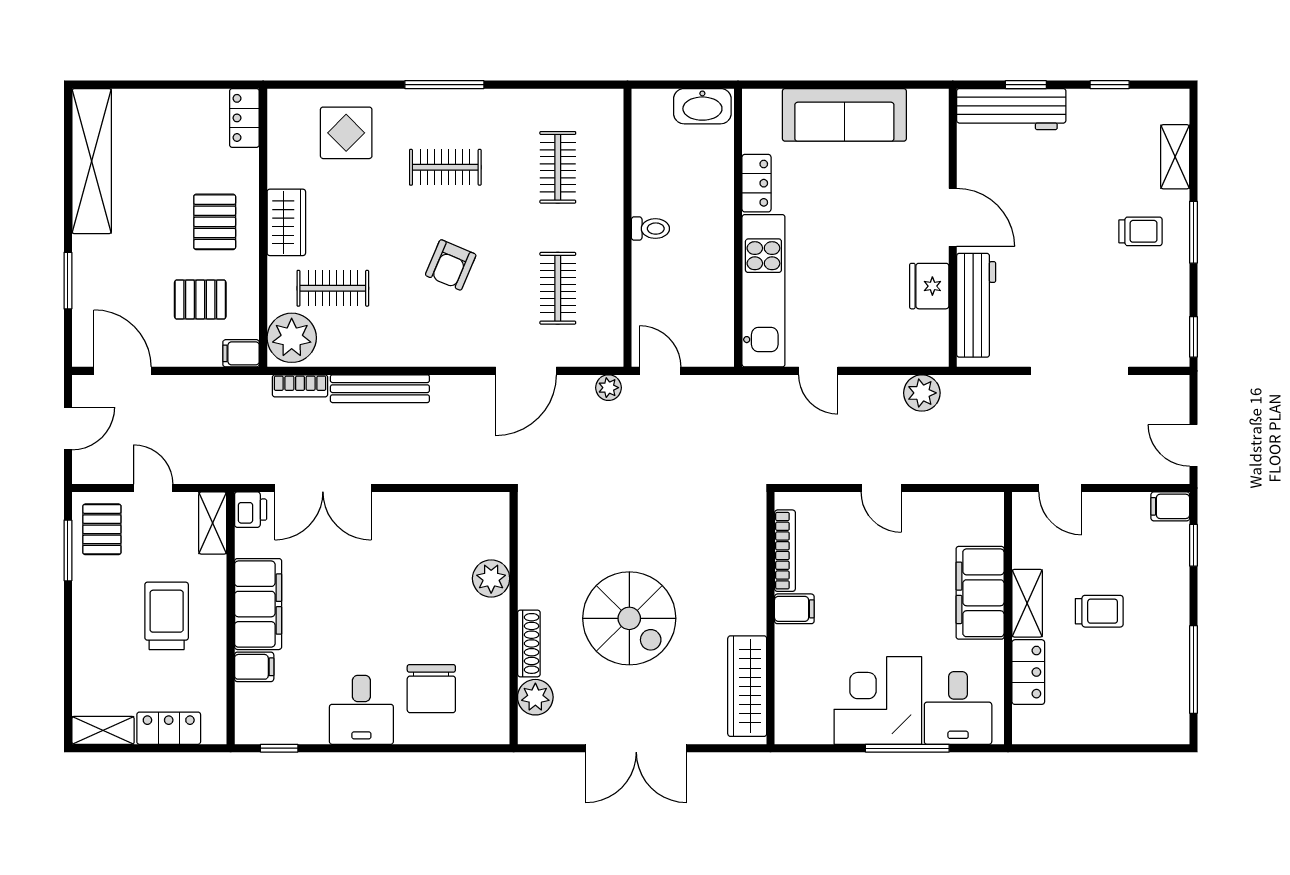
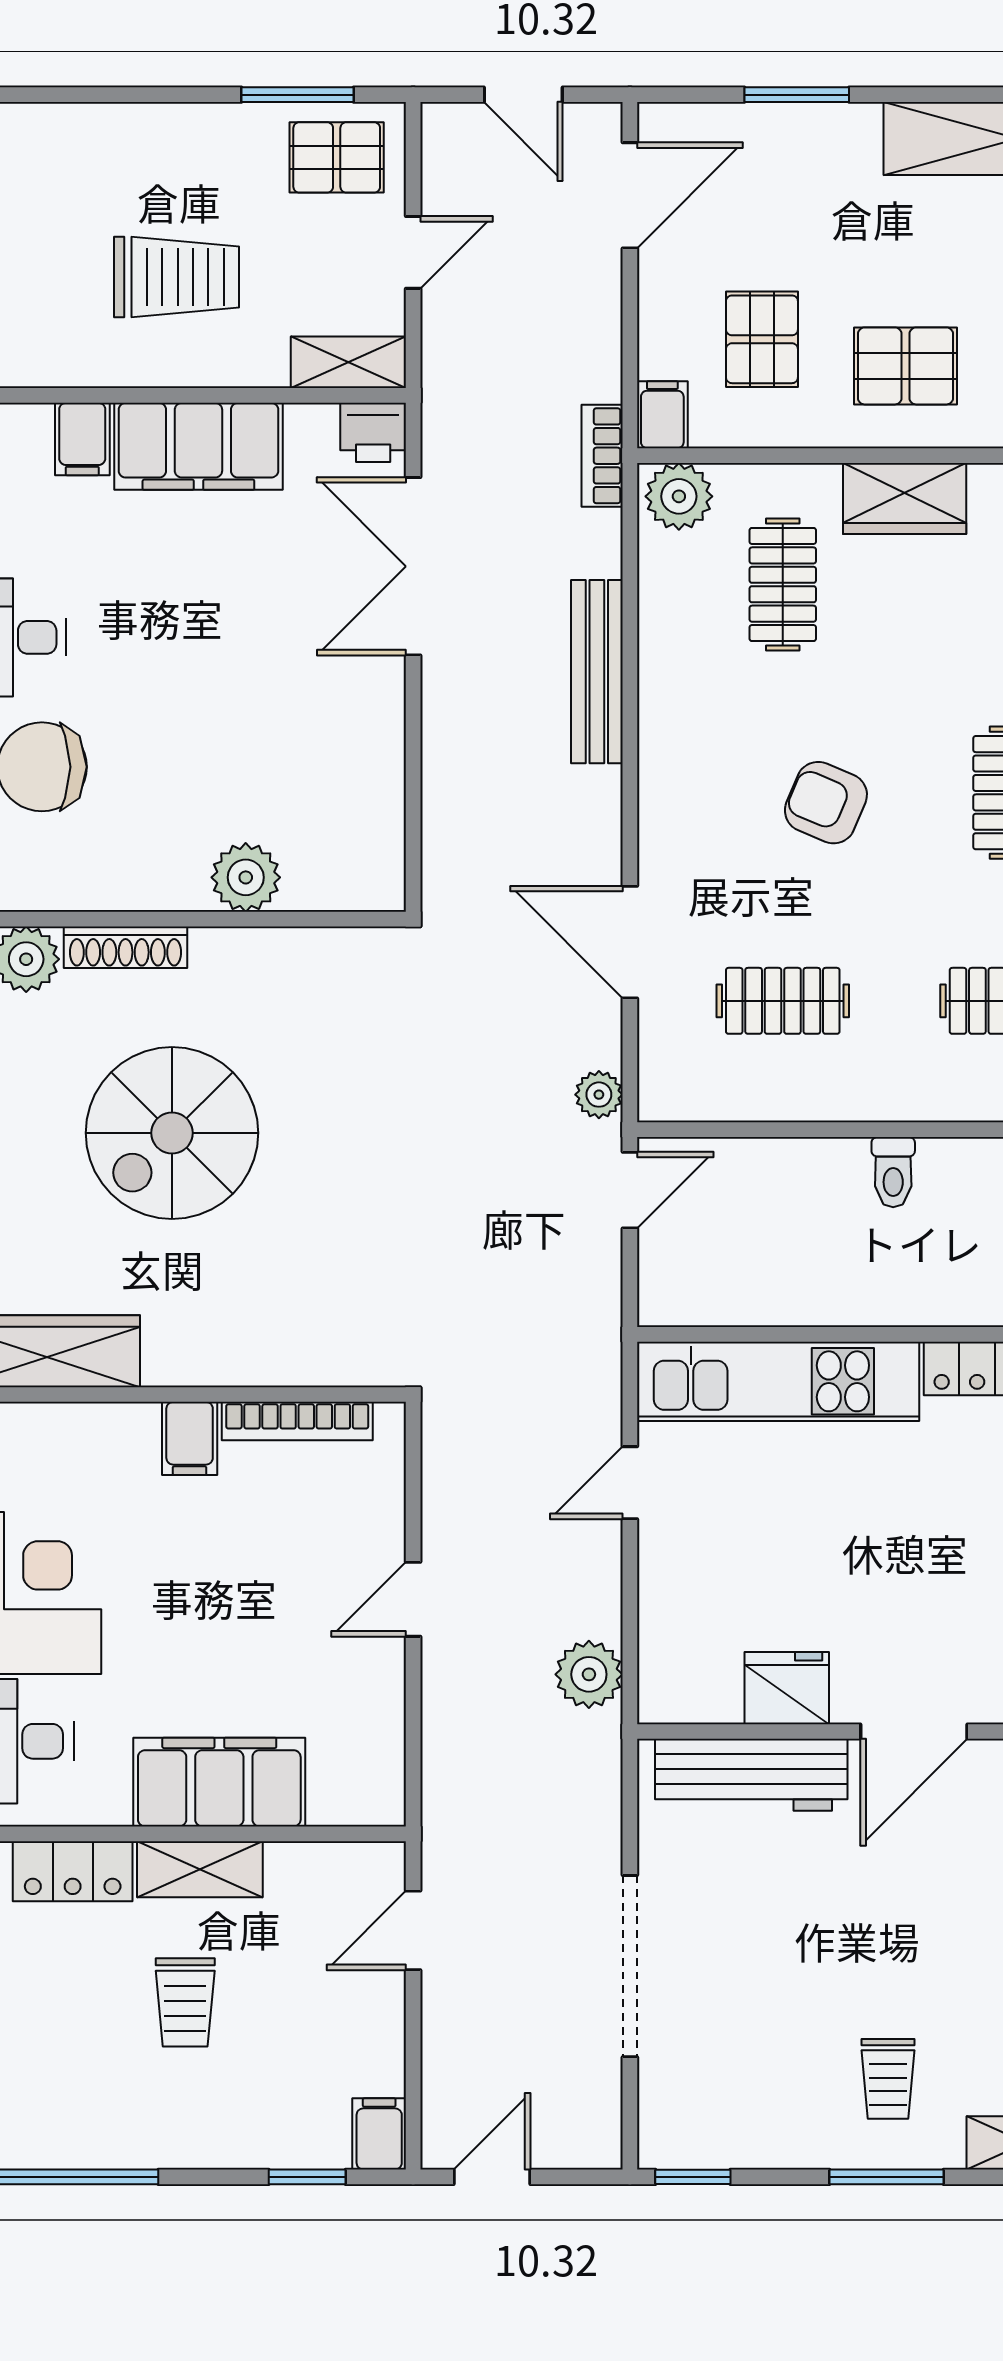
plant: (292, 338) -> (679, 496), width x0.73, depth x0.73
bookcase: (300, 386) -> (602, 456), moved

